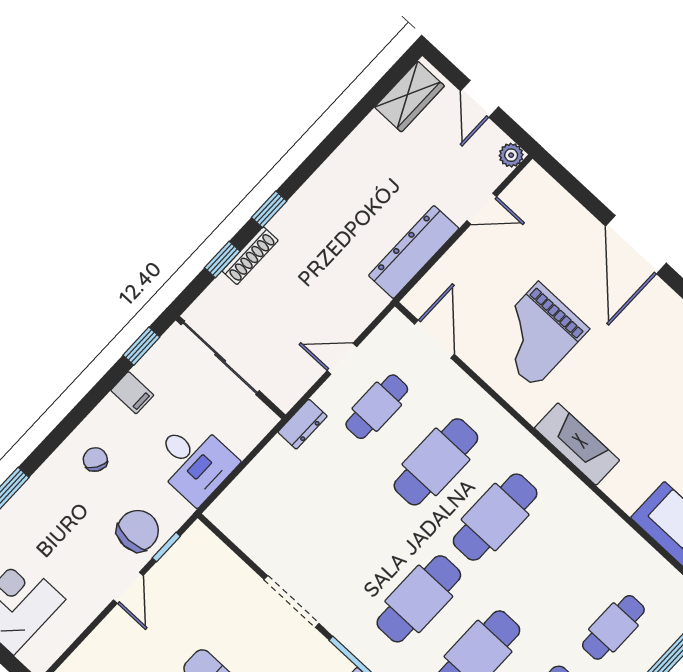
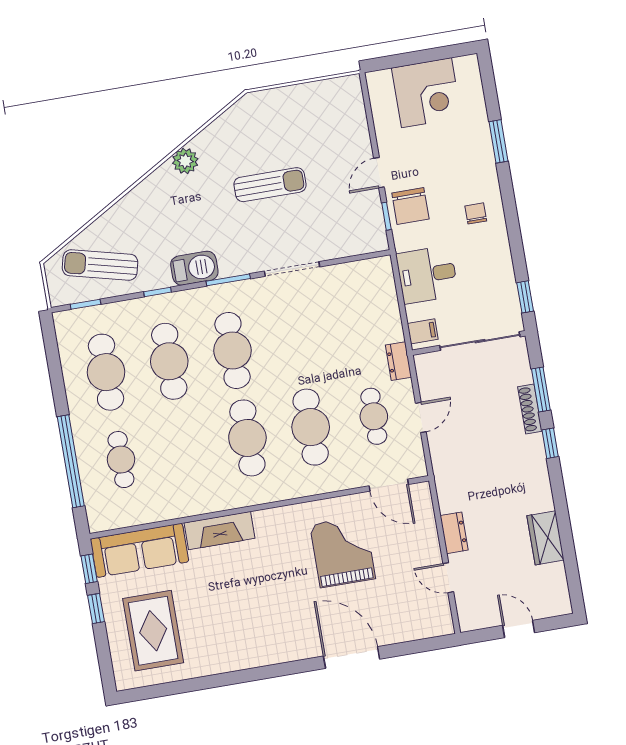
wardrobe: (410, 97) -> (545, 538), moved
plant: (511, 155) -> (468, 622), removed
door: (482, 209) -> (448, 578), hinge flipped
dresser: (414, 252) -> (454, 533), width x0.51, depth x0.80
window: (222, 259) -> (541, 390), width x1.50
filing cabinet: (132, 393) -> (423, 331), moved, turned 180
fireplace: (577, 444) -> (219, 531), moved
chair: (95, 460) -> (476, 213), turned -122
door: (128, 588) -> (379, 173), hinge flipped

